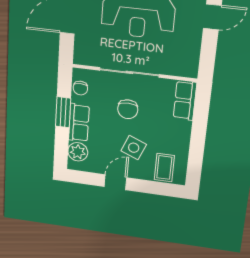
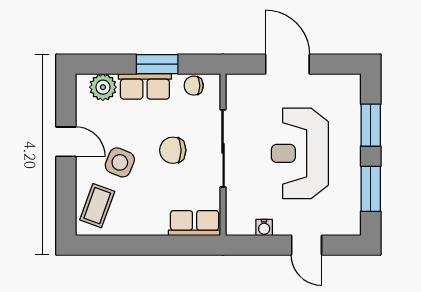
water cooler: (194, 49) -> (264, 227), added
coffee table: (164, 168) -> (97, 206), turned -70

